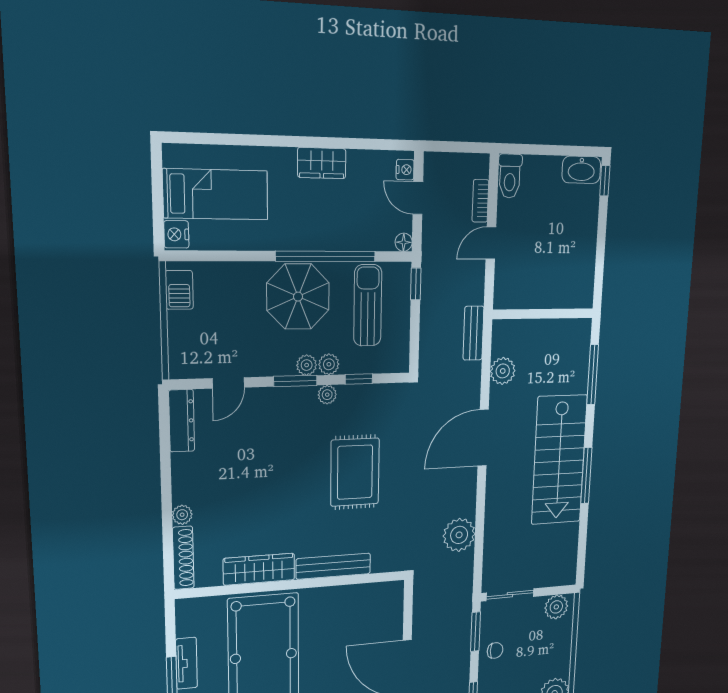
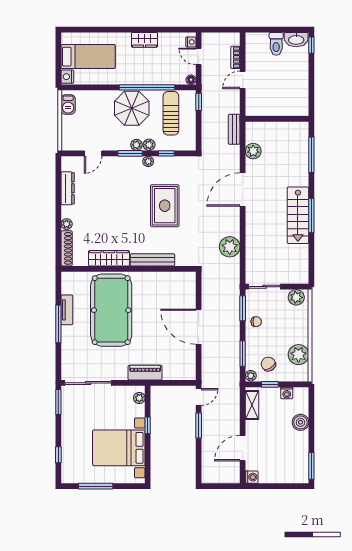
toilet: (510, 176) -> (276, 44), moved
dresser: (182, 421) -> (68, 188), moved
stairs: (559, 460) -> (298, 215), width x0.73, depth x0.66

